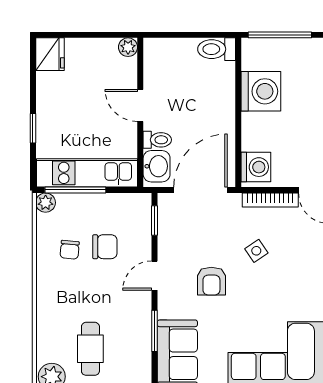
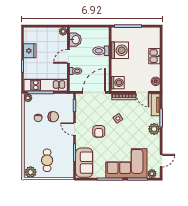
toilet: (217, 49) -> (101, 51), moved
fridge: (50, 54) -> (30, 51), moved
door: (140, 105) -> (68, 56), hinge flipped
washbasin: (157, 166) -> (75, 40), moved
door: (155, 276) -> (75, 129), hinge flipped

